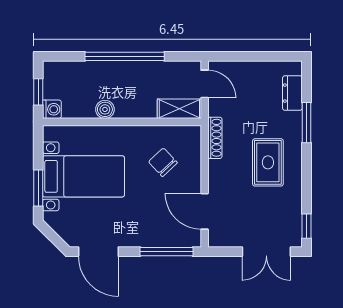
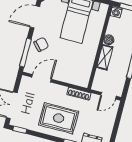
shelving: (179, 109) -> (105, 57), moved
chair: (163, 162) -> (41, 44), moved
rug: (268, 162) -> (59, 118), width x1.36, depth x1.43

